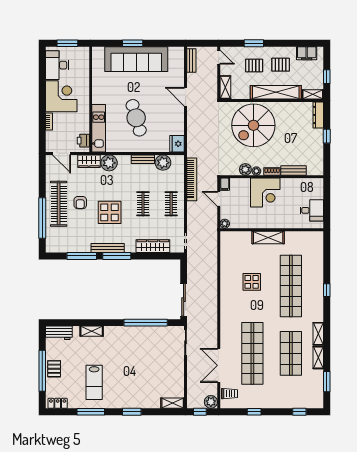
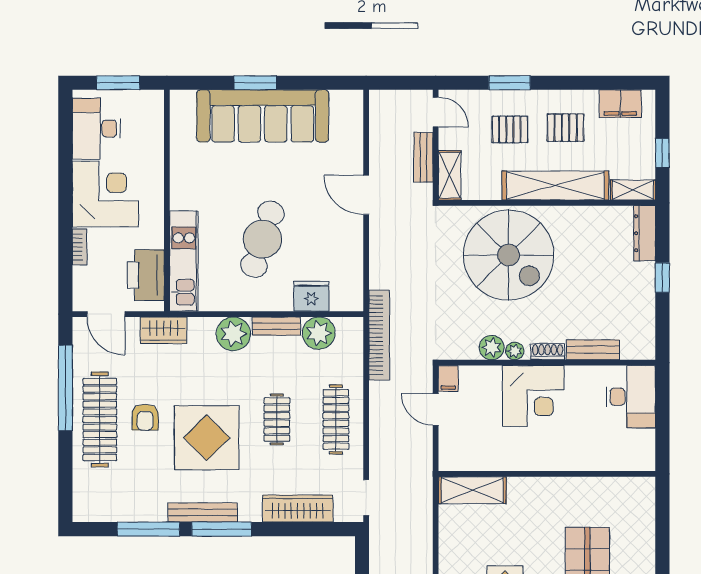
bench: (191, 60) -> (423, 157), moved
cafe table: (136, 118) -> (262, 239), turned 34
spiral stairs: (253, 125) -> (509, 255), turned -90
printer: (83, 141) -> (146, 275), width x1.87, depth x1.48
fridge: (177, 144) -> (311, 296), moved, turned 90
plant: (109, 163) -> (233, 334), moved
bookcase: (192, 179) -> (379, 335), moved
clothes rail: (171, 204) -> (336, 419), width x1.36
desk: (312, 210) -> (631, 397), moved, width x1.37
display table: (110, 212) -> (207, 438), width x1.36, depth x1.36
window: (42, 218) -> (65, 388), moved
plant: (225, 224) -> (448, 461), removed
shelving: (268, 237) -> (472, 490), moved

